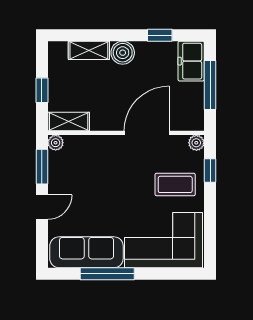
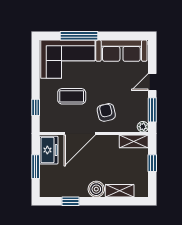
freezer: (191, 61) -> (49, 150), moved
window: (210, 85) -> (36, 167), width x0.69
plant: (196, 143) -> (45, 127), removed
armchair: (108, 163) -> (106, 112), added
coffee table: (175, 184) -> (72, 96), moved
window: (107, 274) -> (79, 36), moved

